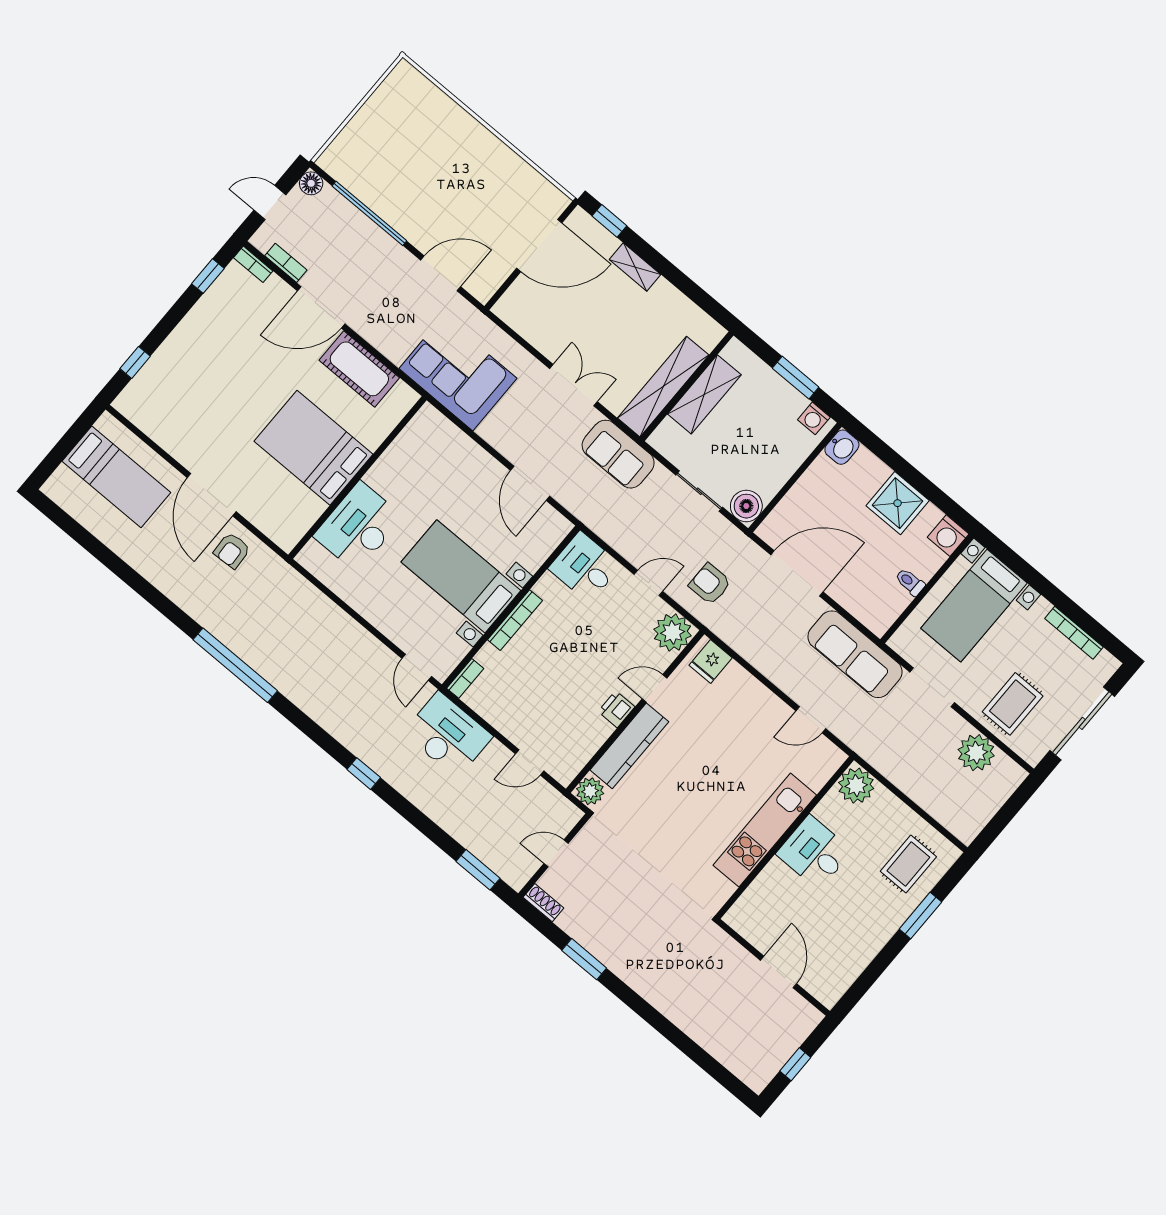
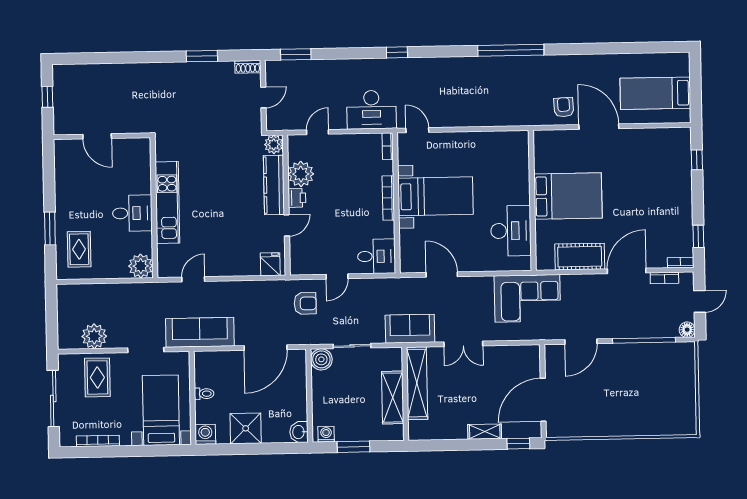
desk: (358, 527) -> (511, 231), moved
plant: (673, 632) -> (301, 174), moved

